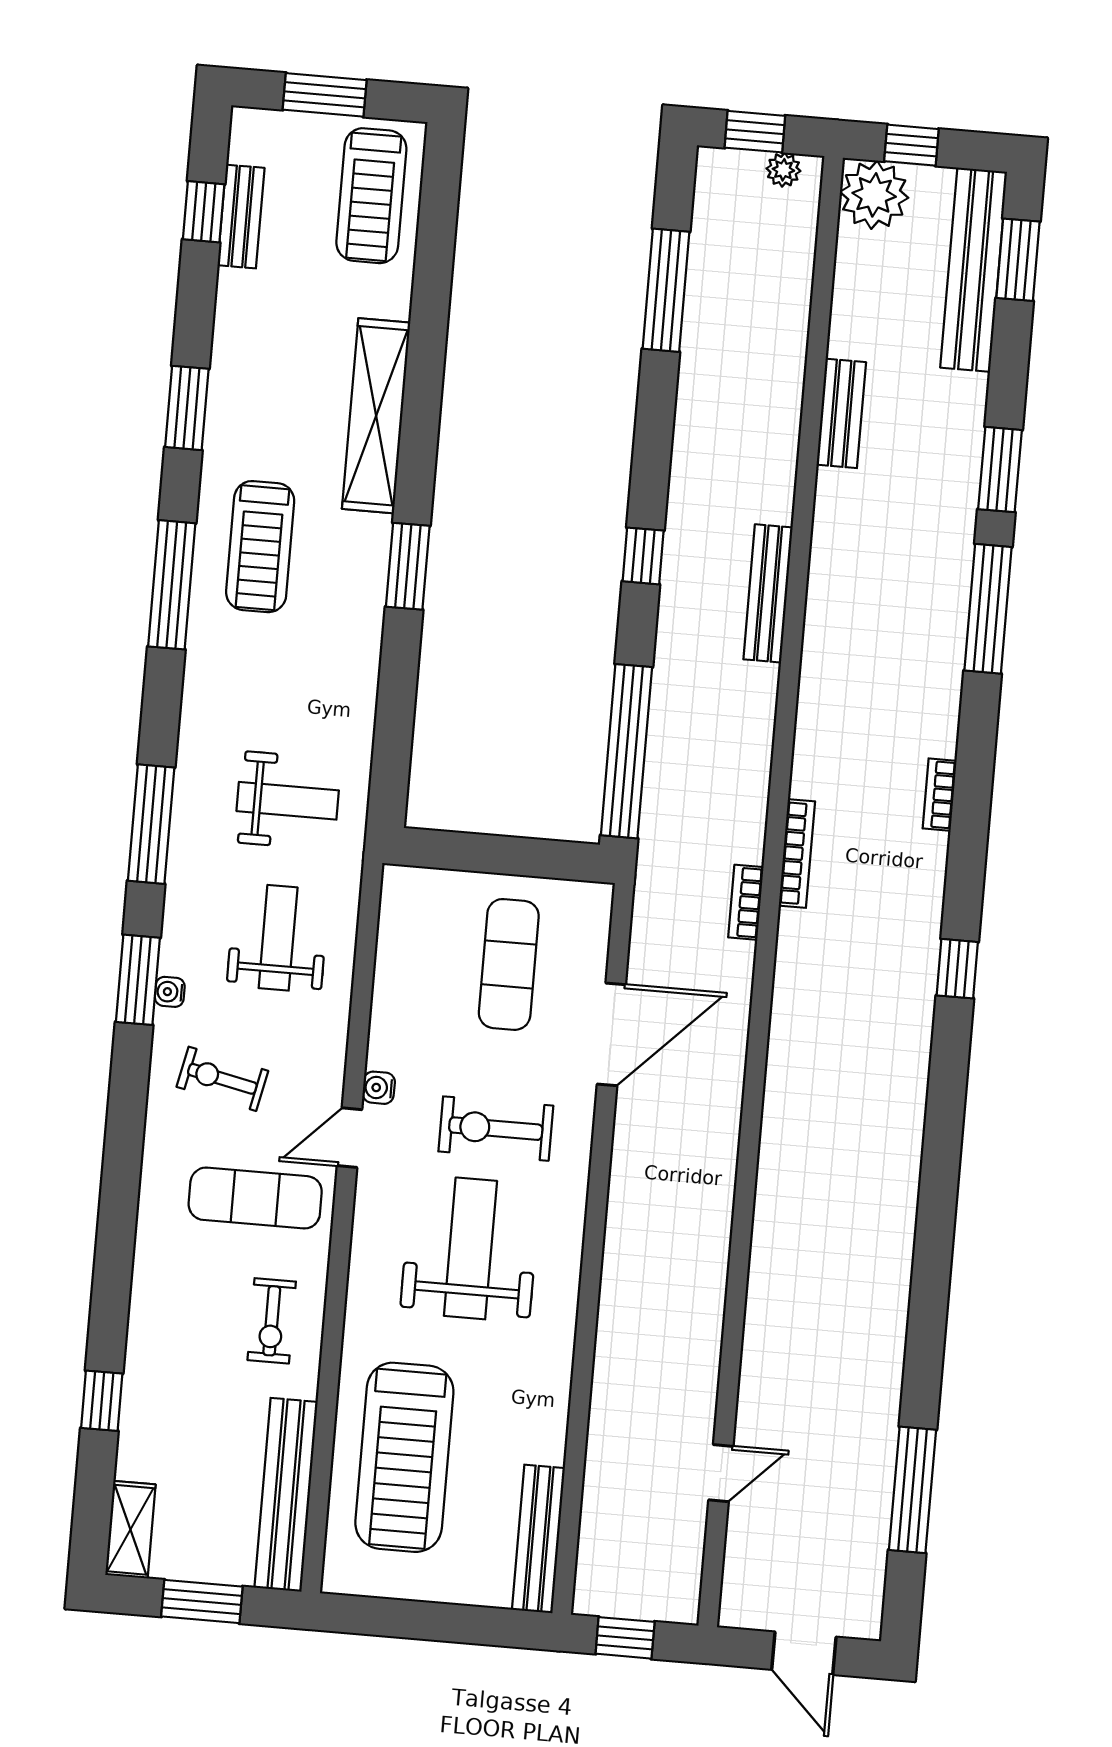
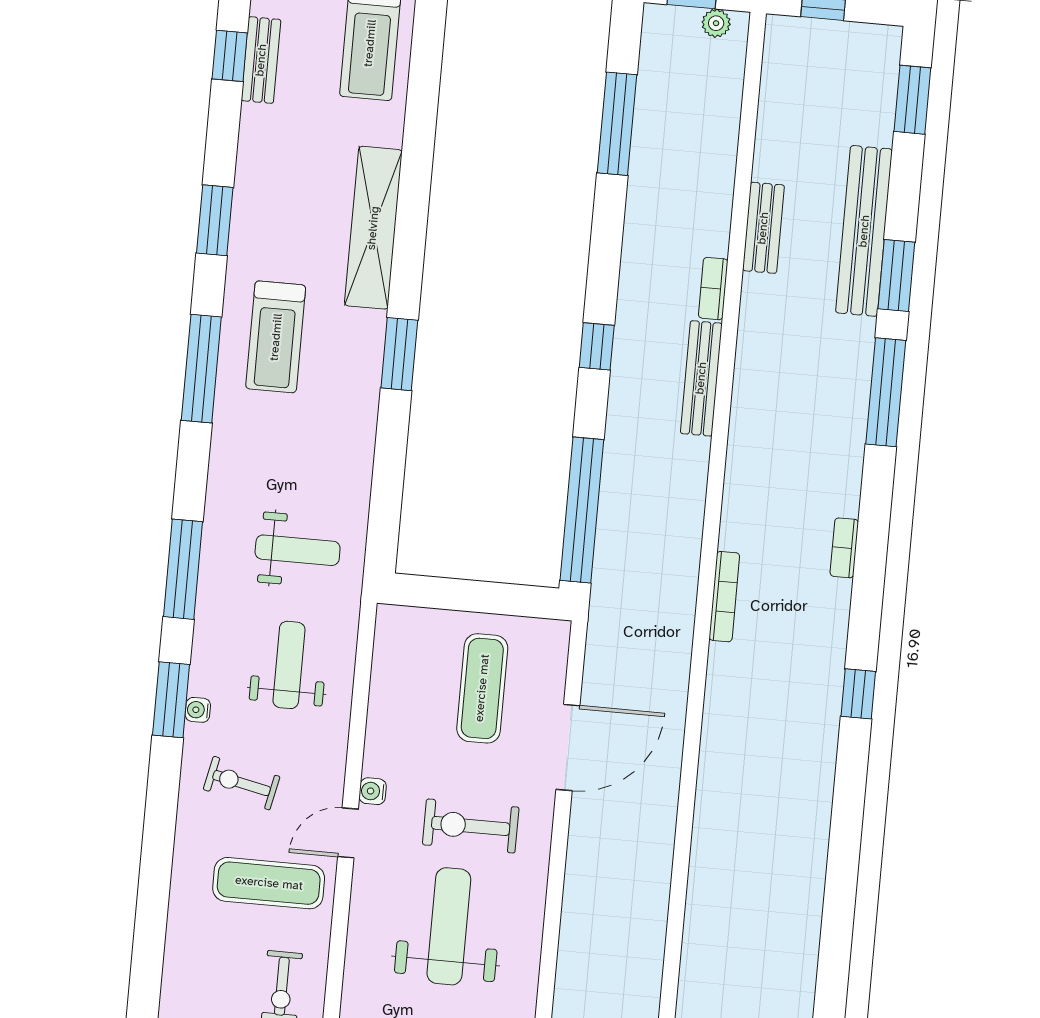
plant: (874, 195) -> (792, 45), removed
bench: (974, 270) -> (864, 231), moved
bookcase: (746, 902) -> (713, 289), moved

